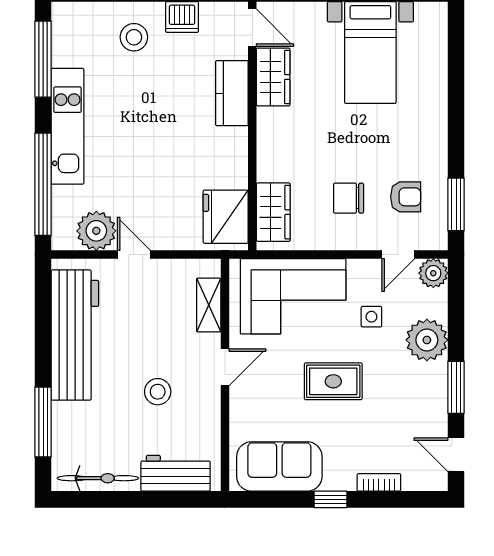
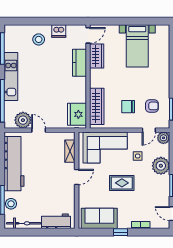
door: (252, 28) -> (88, 35), hinge flipped
wardrobe: (273, 212) -> (97, 106), width x1.50
stool: (158, 392) -> (11, 204), moved

